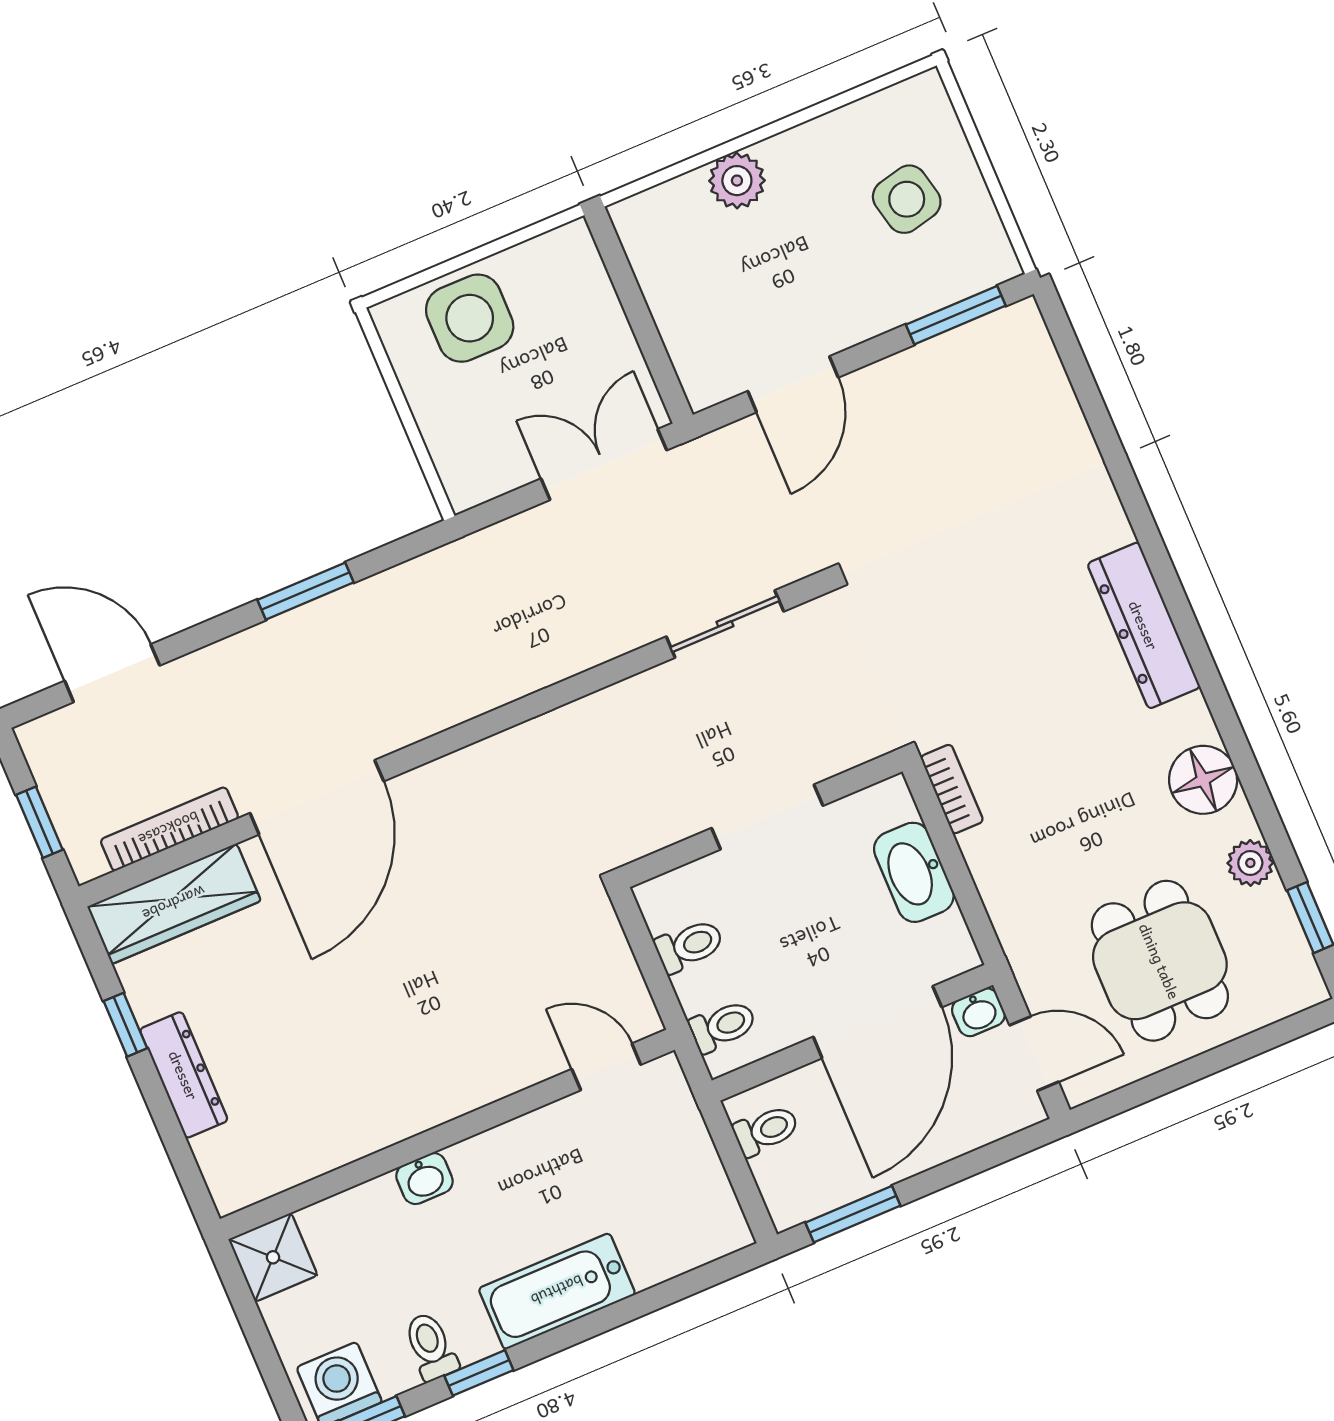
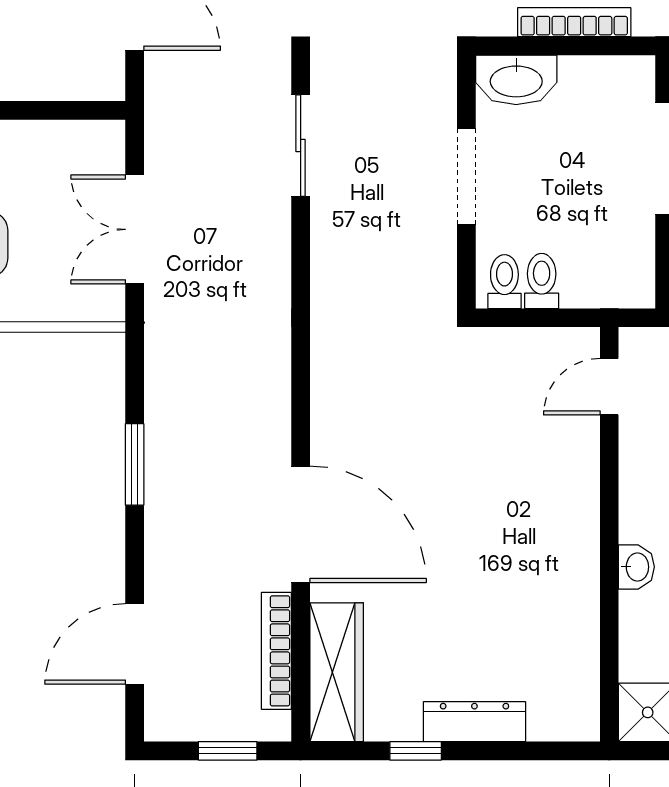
double door: (604, 464) -> (135, 229), moved
bookcase: (952, 789) -> (574, 22), moved, width x1.56
washbasin: (914, 872) -> (516, 80), moved
toilet: (723, 1026) -> (504, 282), moved

